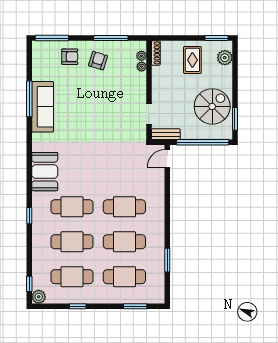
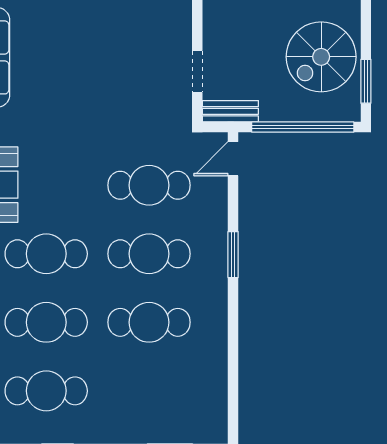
spiral stairs: (212, 106) -> (321, 57), turned 180
window: (167, 260) -> (233, 255), moved
cafe table: (124, 277) -> (149, 185), moved

